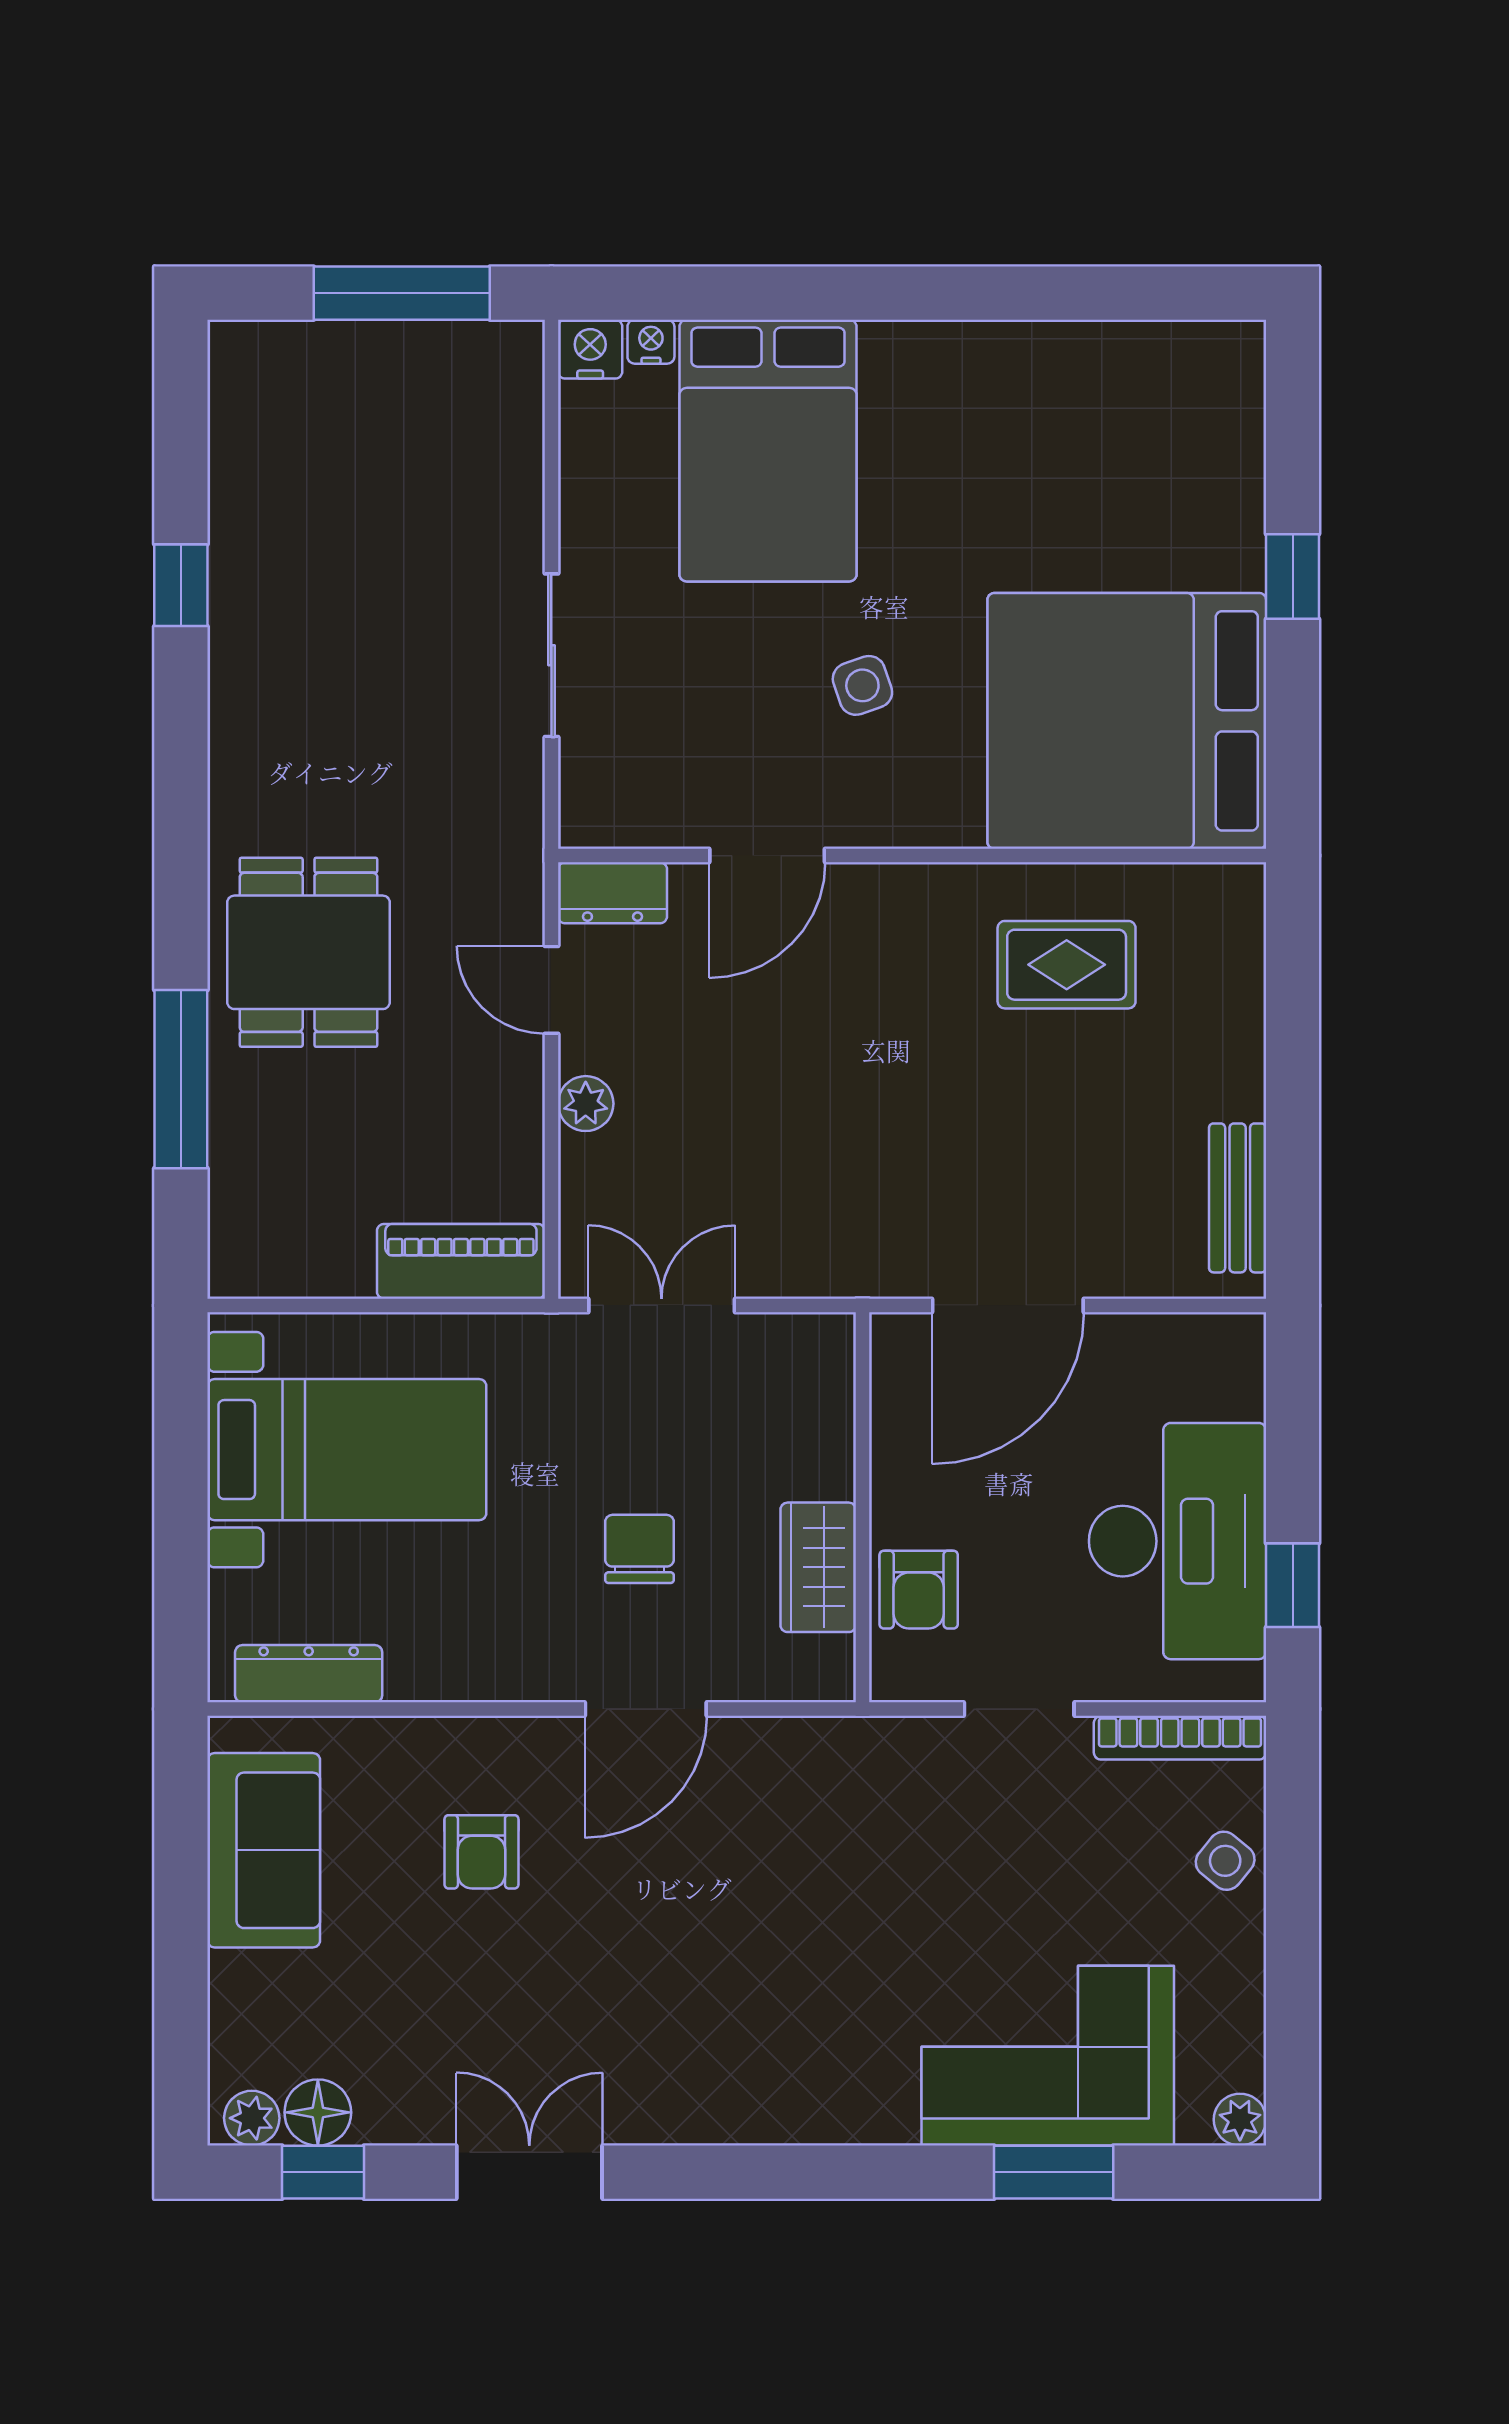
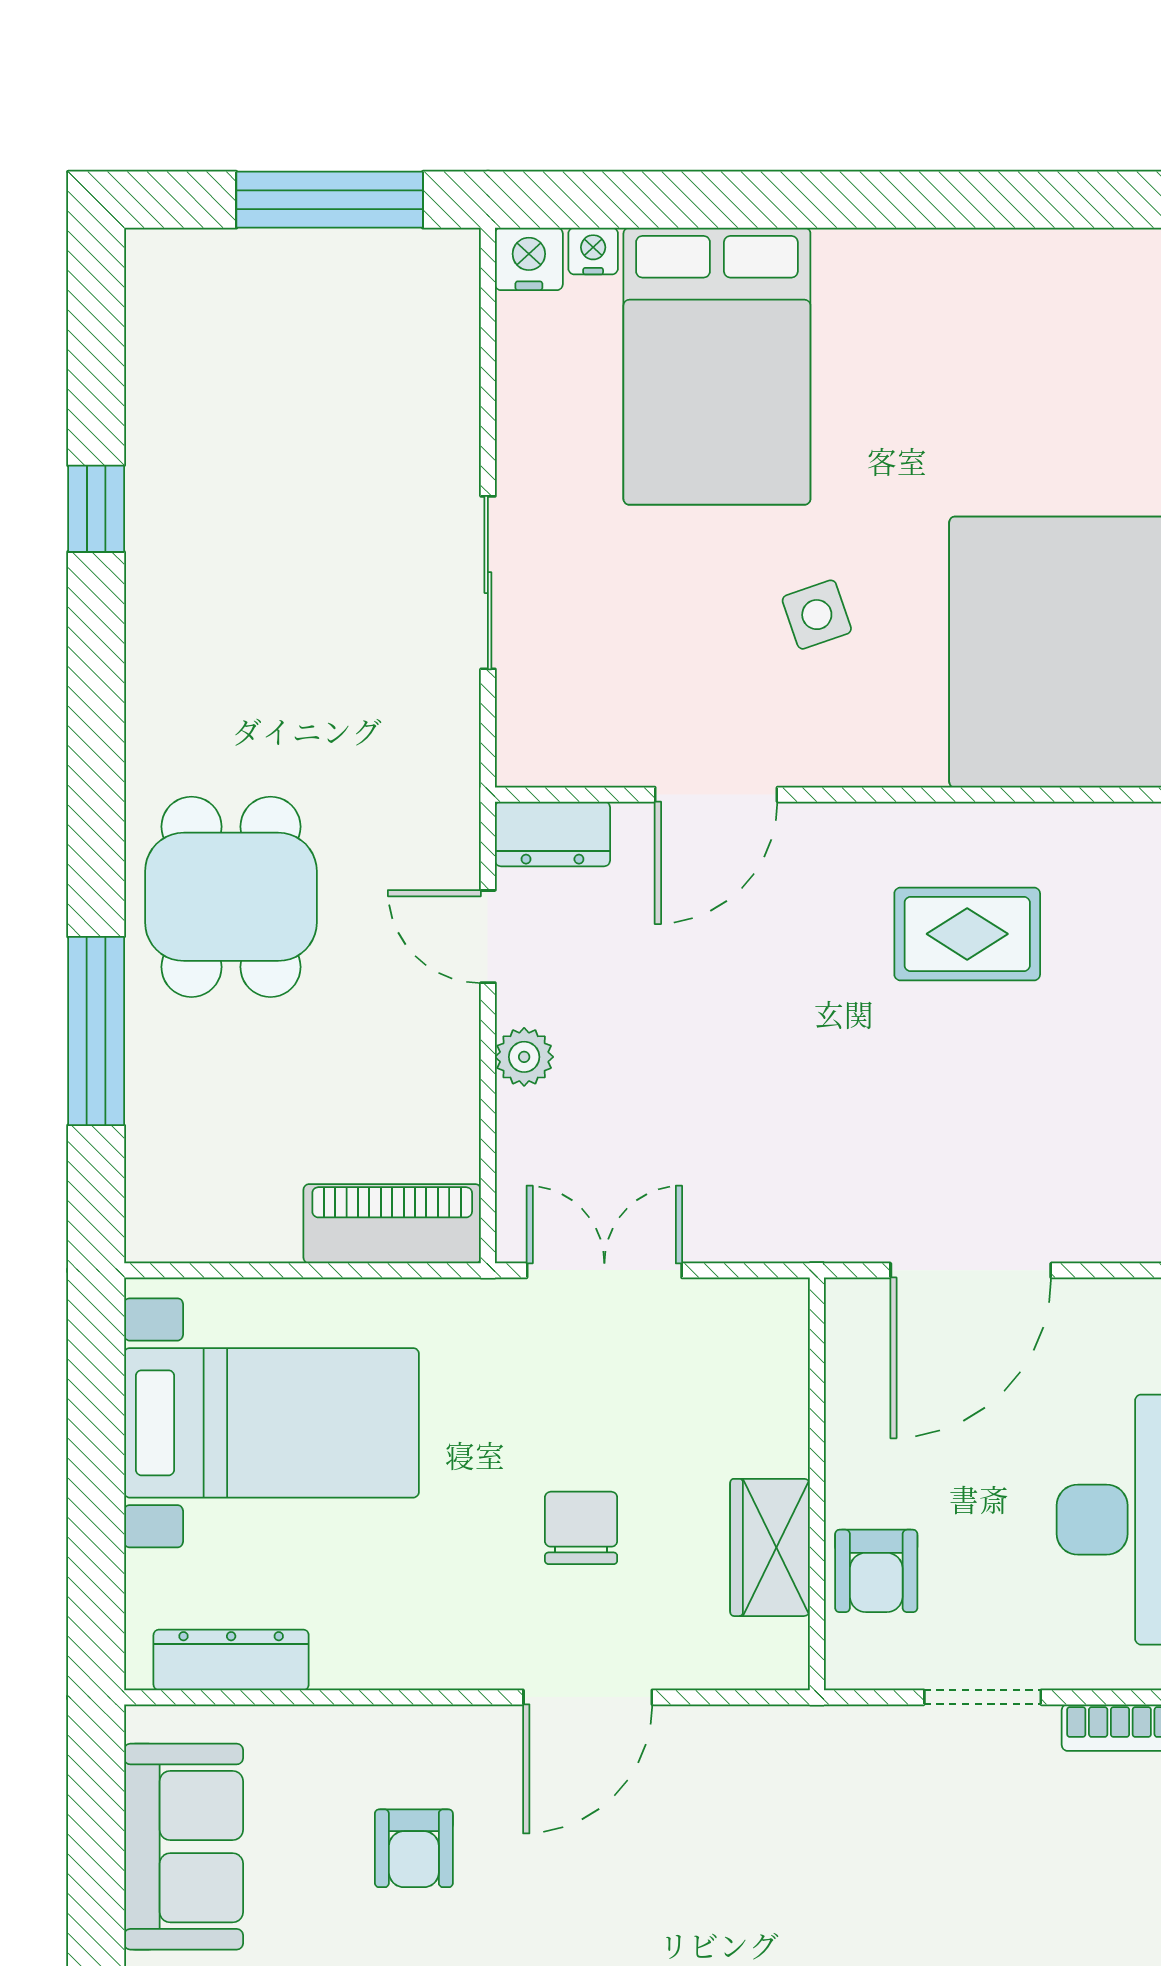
rug: (1067, 965) -> (967, 934), moved

